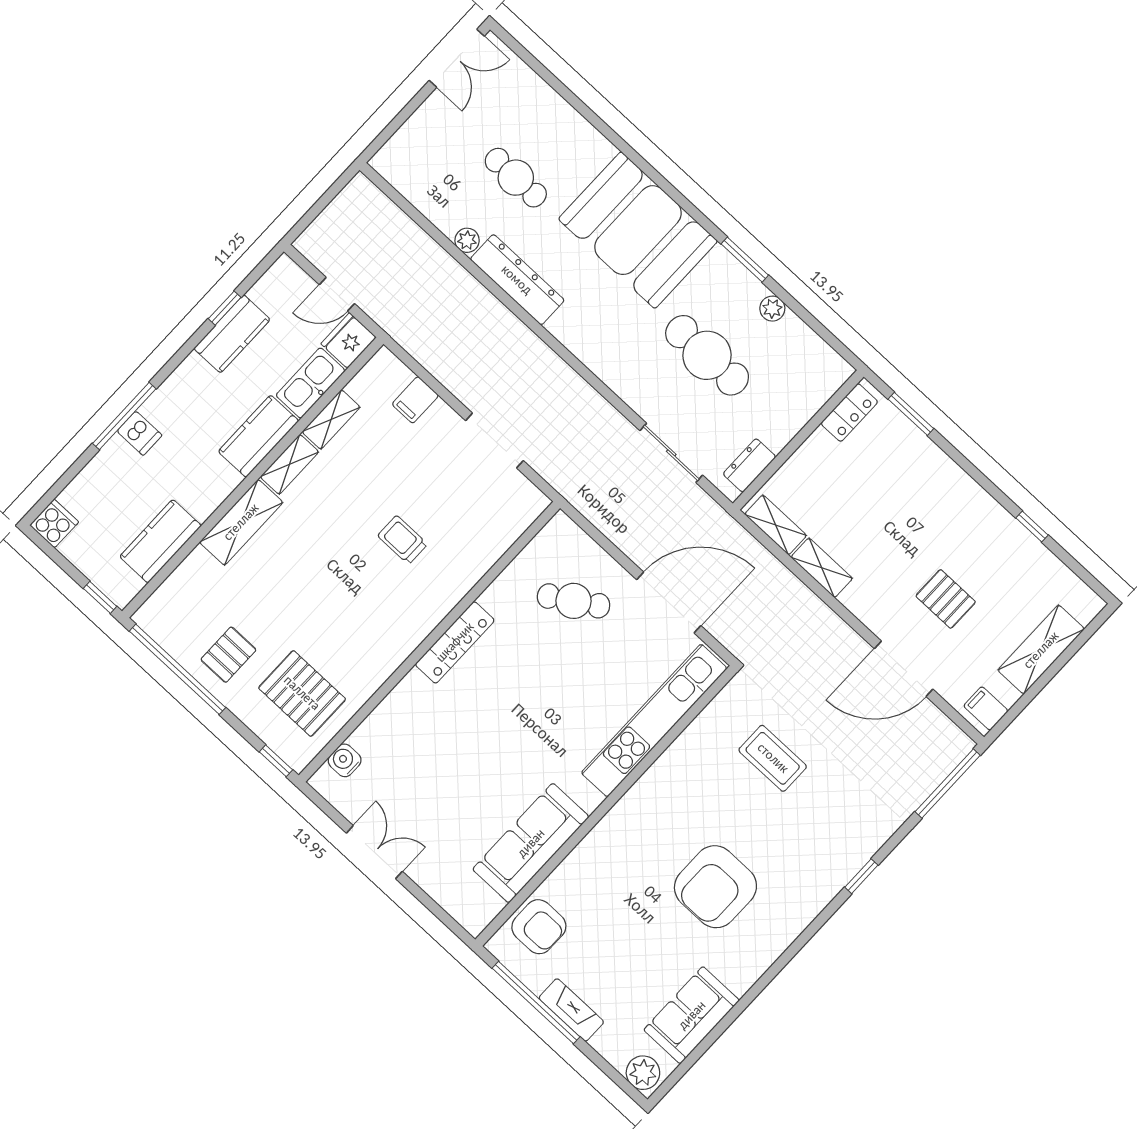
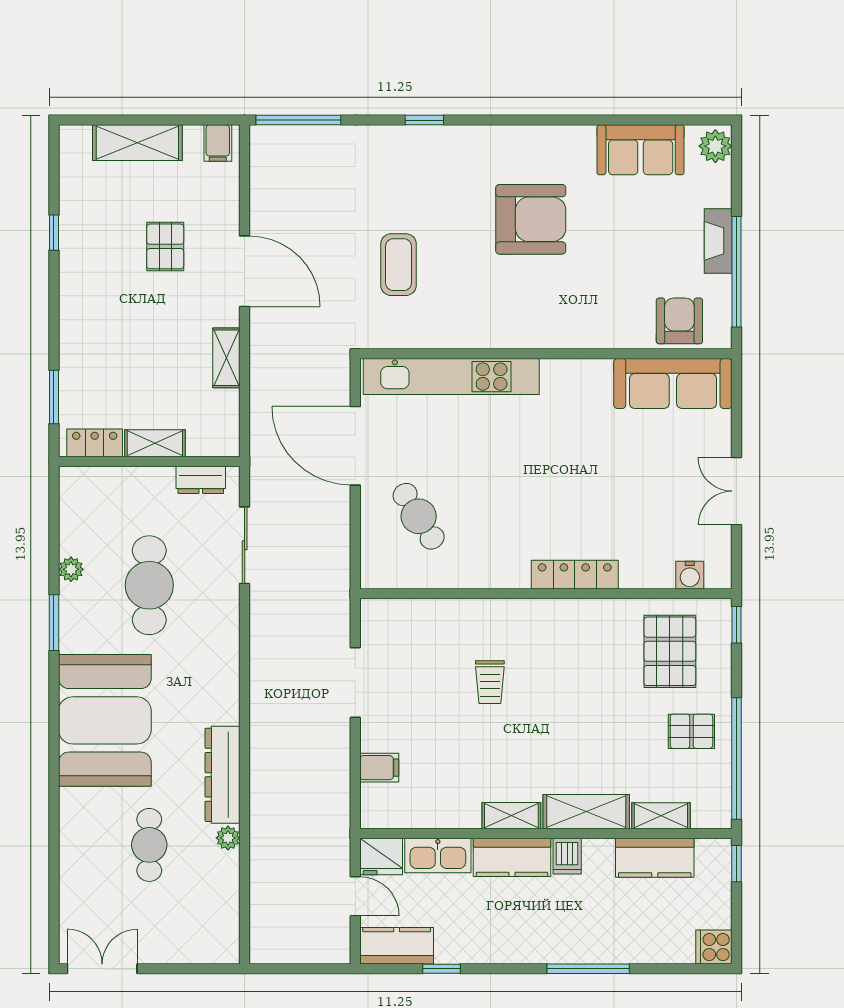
kitchen counter: (232, 334) -> (397, 946), moved
shelving: (331, 419) -> (661, 816), moved
dishwasher: (139, 433) -> (567, 856), moved, turned 180
shelving: (776, 525) -> (155, 443), moved, turned 90
locker: (455, 642) -> (575, 575), moved
door: (904, 669) -> (245, 271), moved
sofa: (531, 843) -> (673, 383), moved

